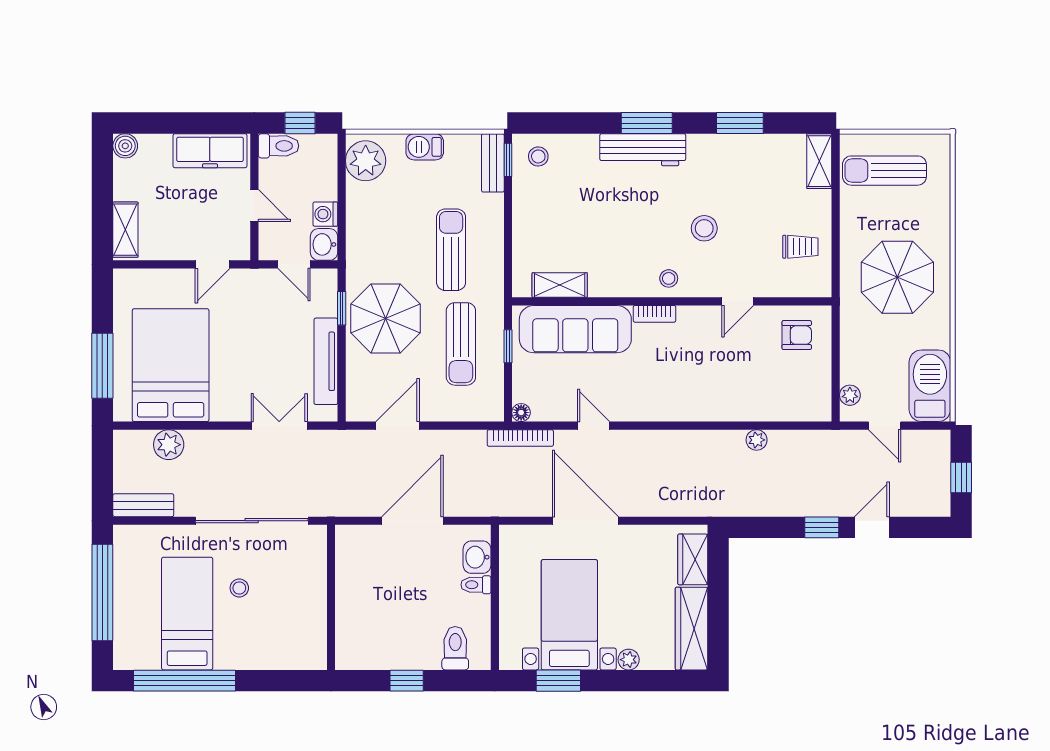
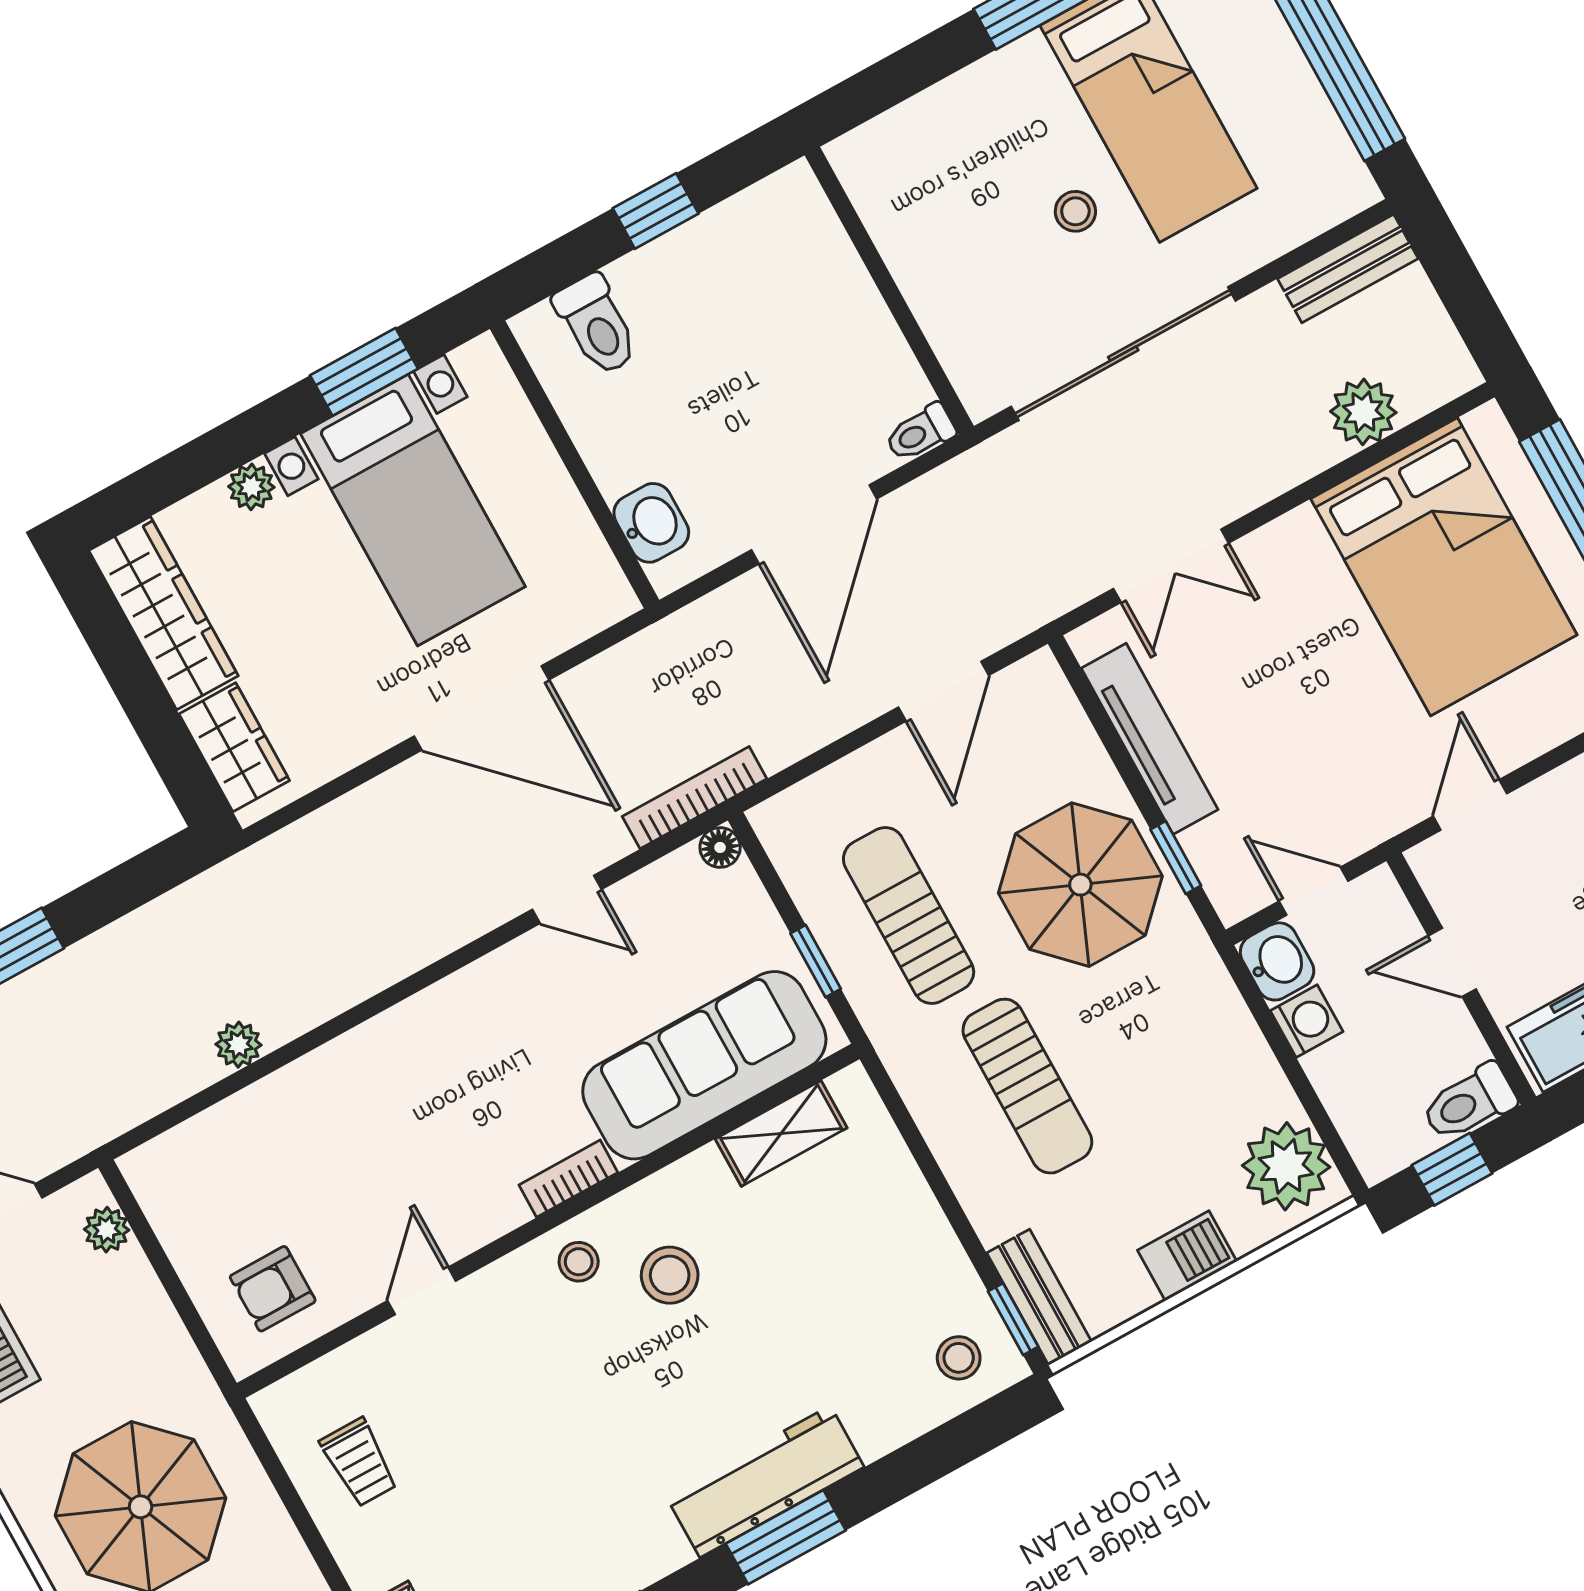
stool: (704, 228) -> (670, 1275), moved
trolley: (800, 247) -> (359, 1462), turned -90
toilet: (476, 585) -> (920, 433), moved, turned 180

